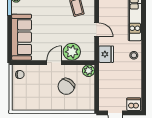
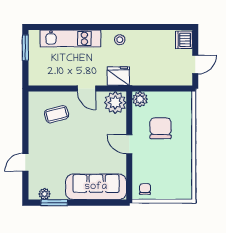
door: (97, 30) -> (86, 88), swing flipped
plant: (72, 52) -> (115, 103), moved
chair: (66, 86) -> (160, 128), turned -126

